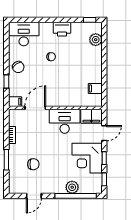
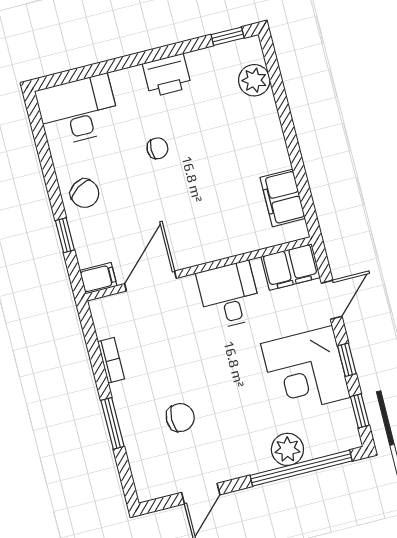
filing cabinet: (95, 88) -> (283, 198), width x2.00
desk: (65, 121) -> (229, 295), width x0.73

